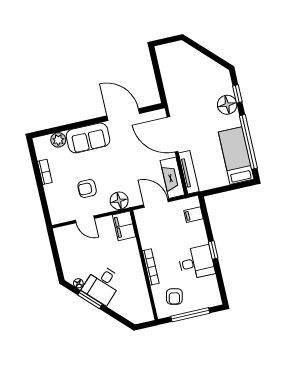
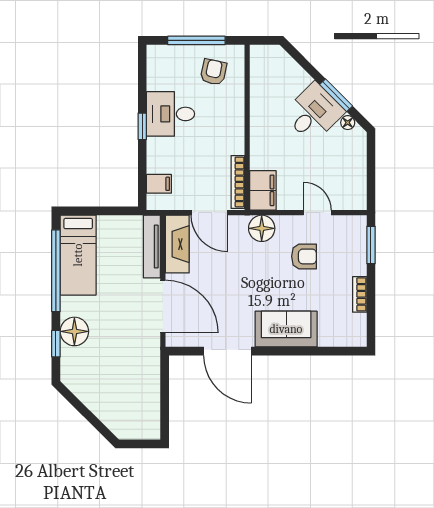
plant: (58, 140) -> (330, 336), removed
window: (45, 206) -> (371, 245), added
bookcase: (151, 267) -> (238, 182), moved

